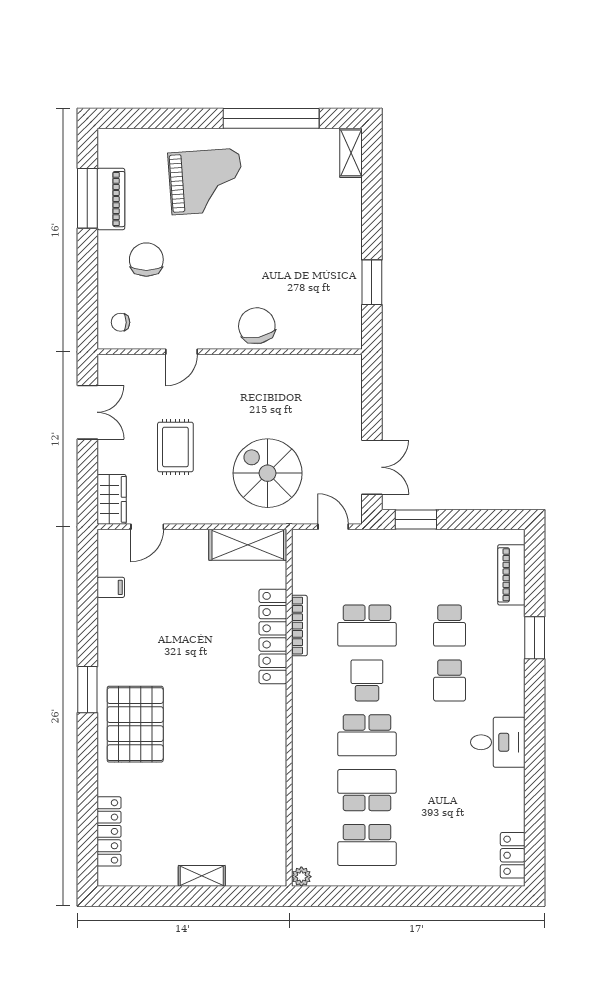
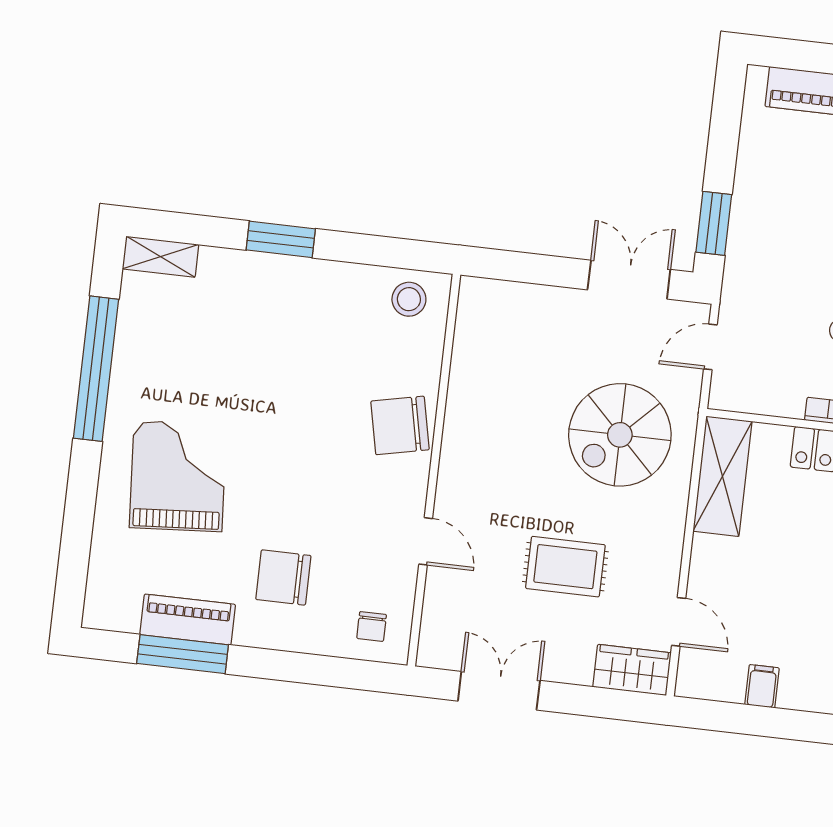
window: (372, 282) -> (281, 239), moved
stool: (342, 322) -> (409, 299), added

